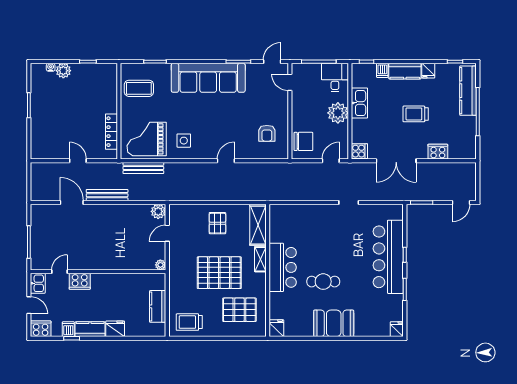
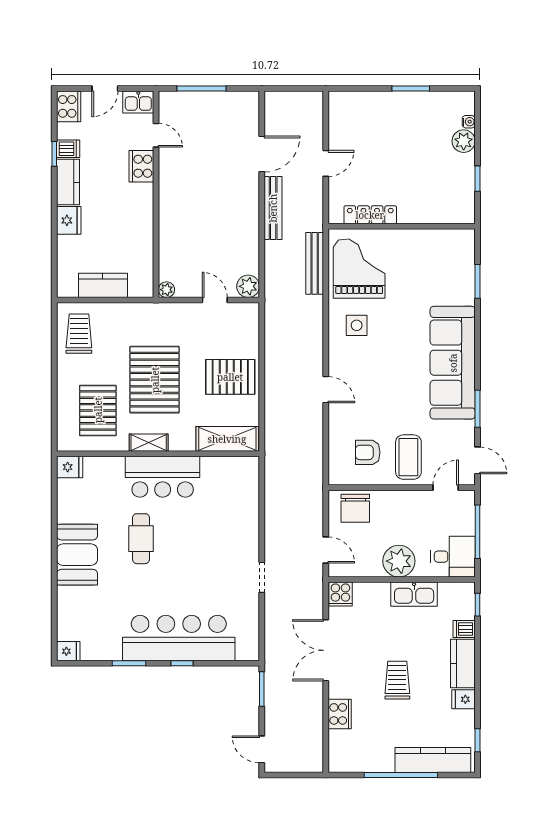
coffee table: (139, 88) -> (408, 457), moved
pallet: (217, 223) -> (230, 377), width x1.50, depth x1.42
shelving: (260, 259) -> (149, 443), moved

